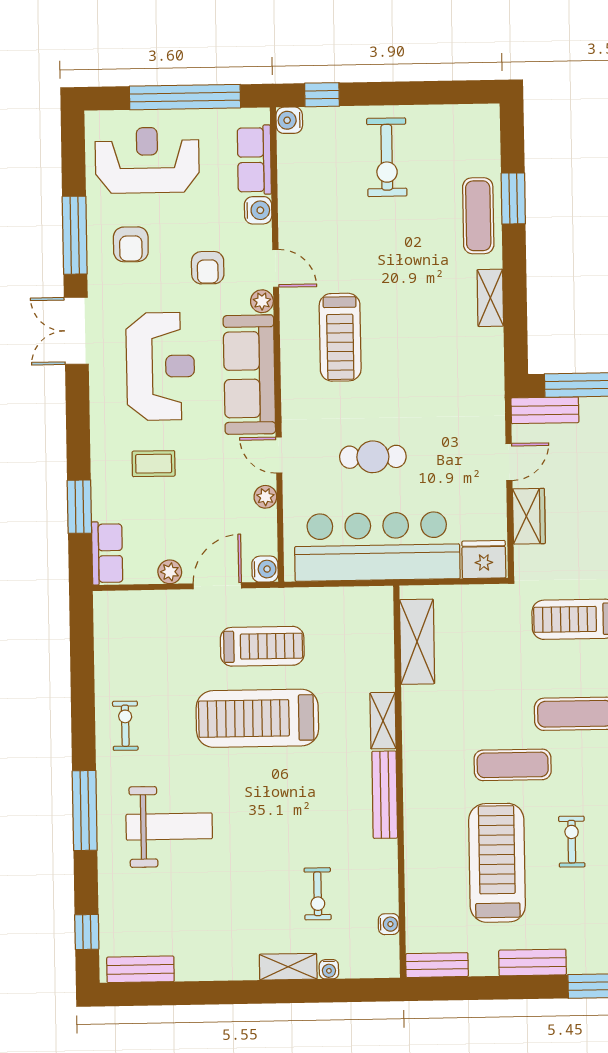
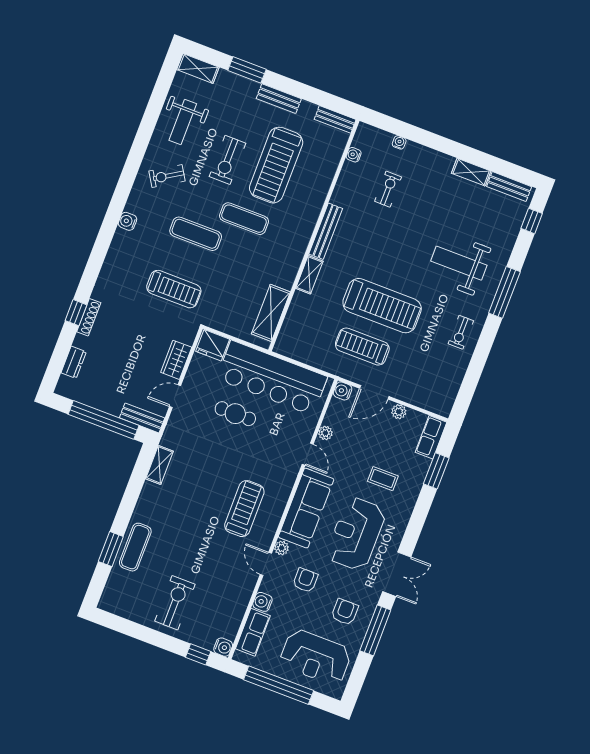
shelving: (490, 298) -> (159, 465), moved
cafe table: (373, 457) -> (235, 414), moved
exercise bike: (572, 842) -> (228, 160), width x1.38, depth x1.39
shelving: (288, 967) -> (471, 172), moved

